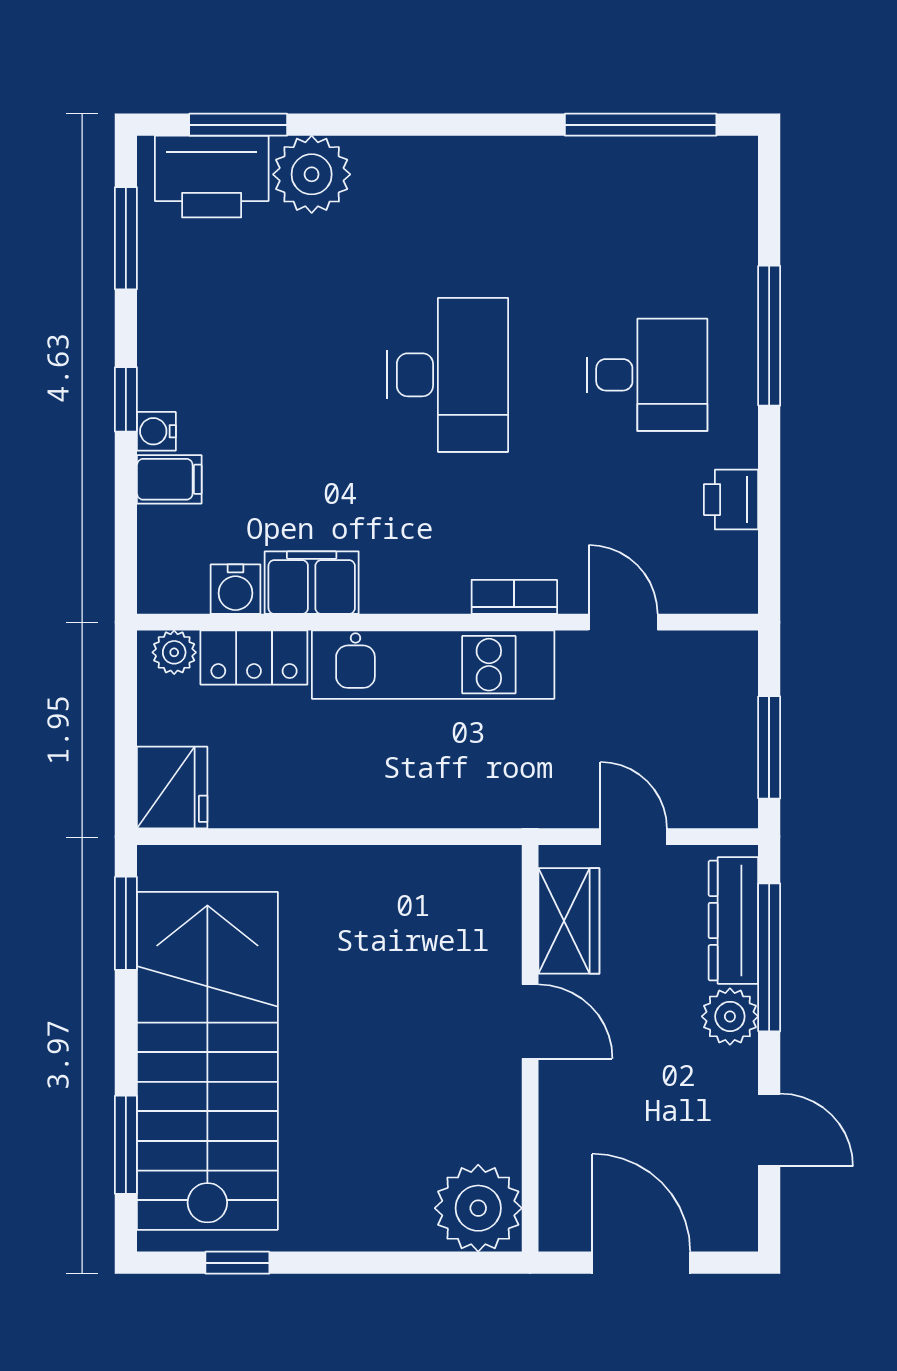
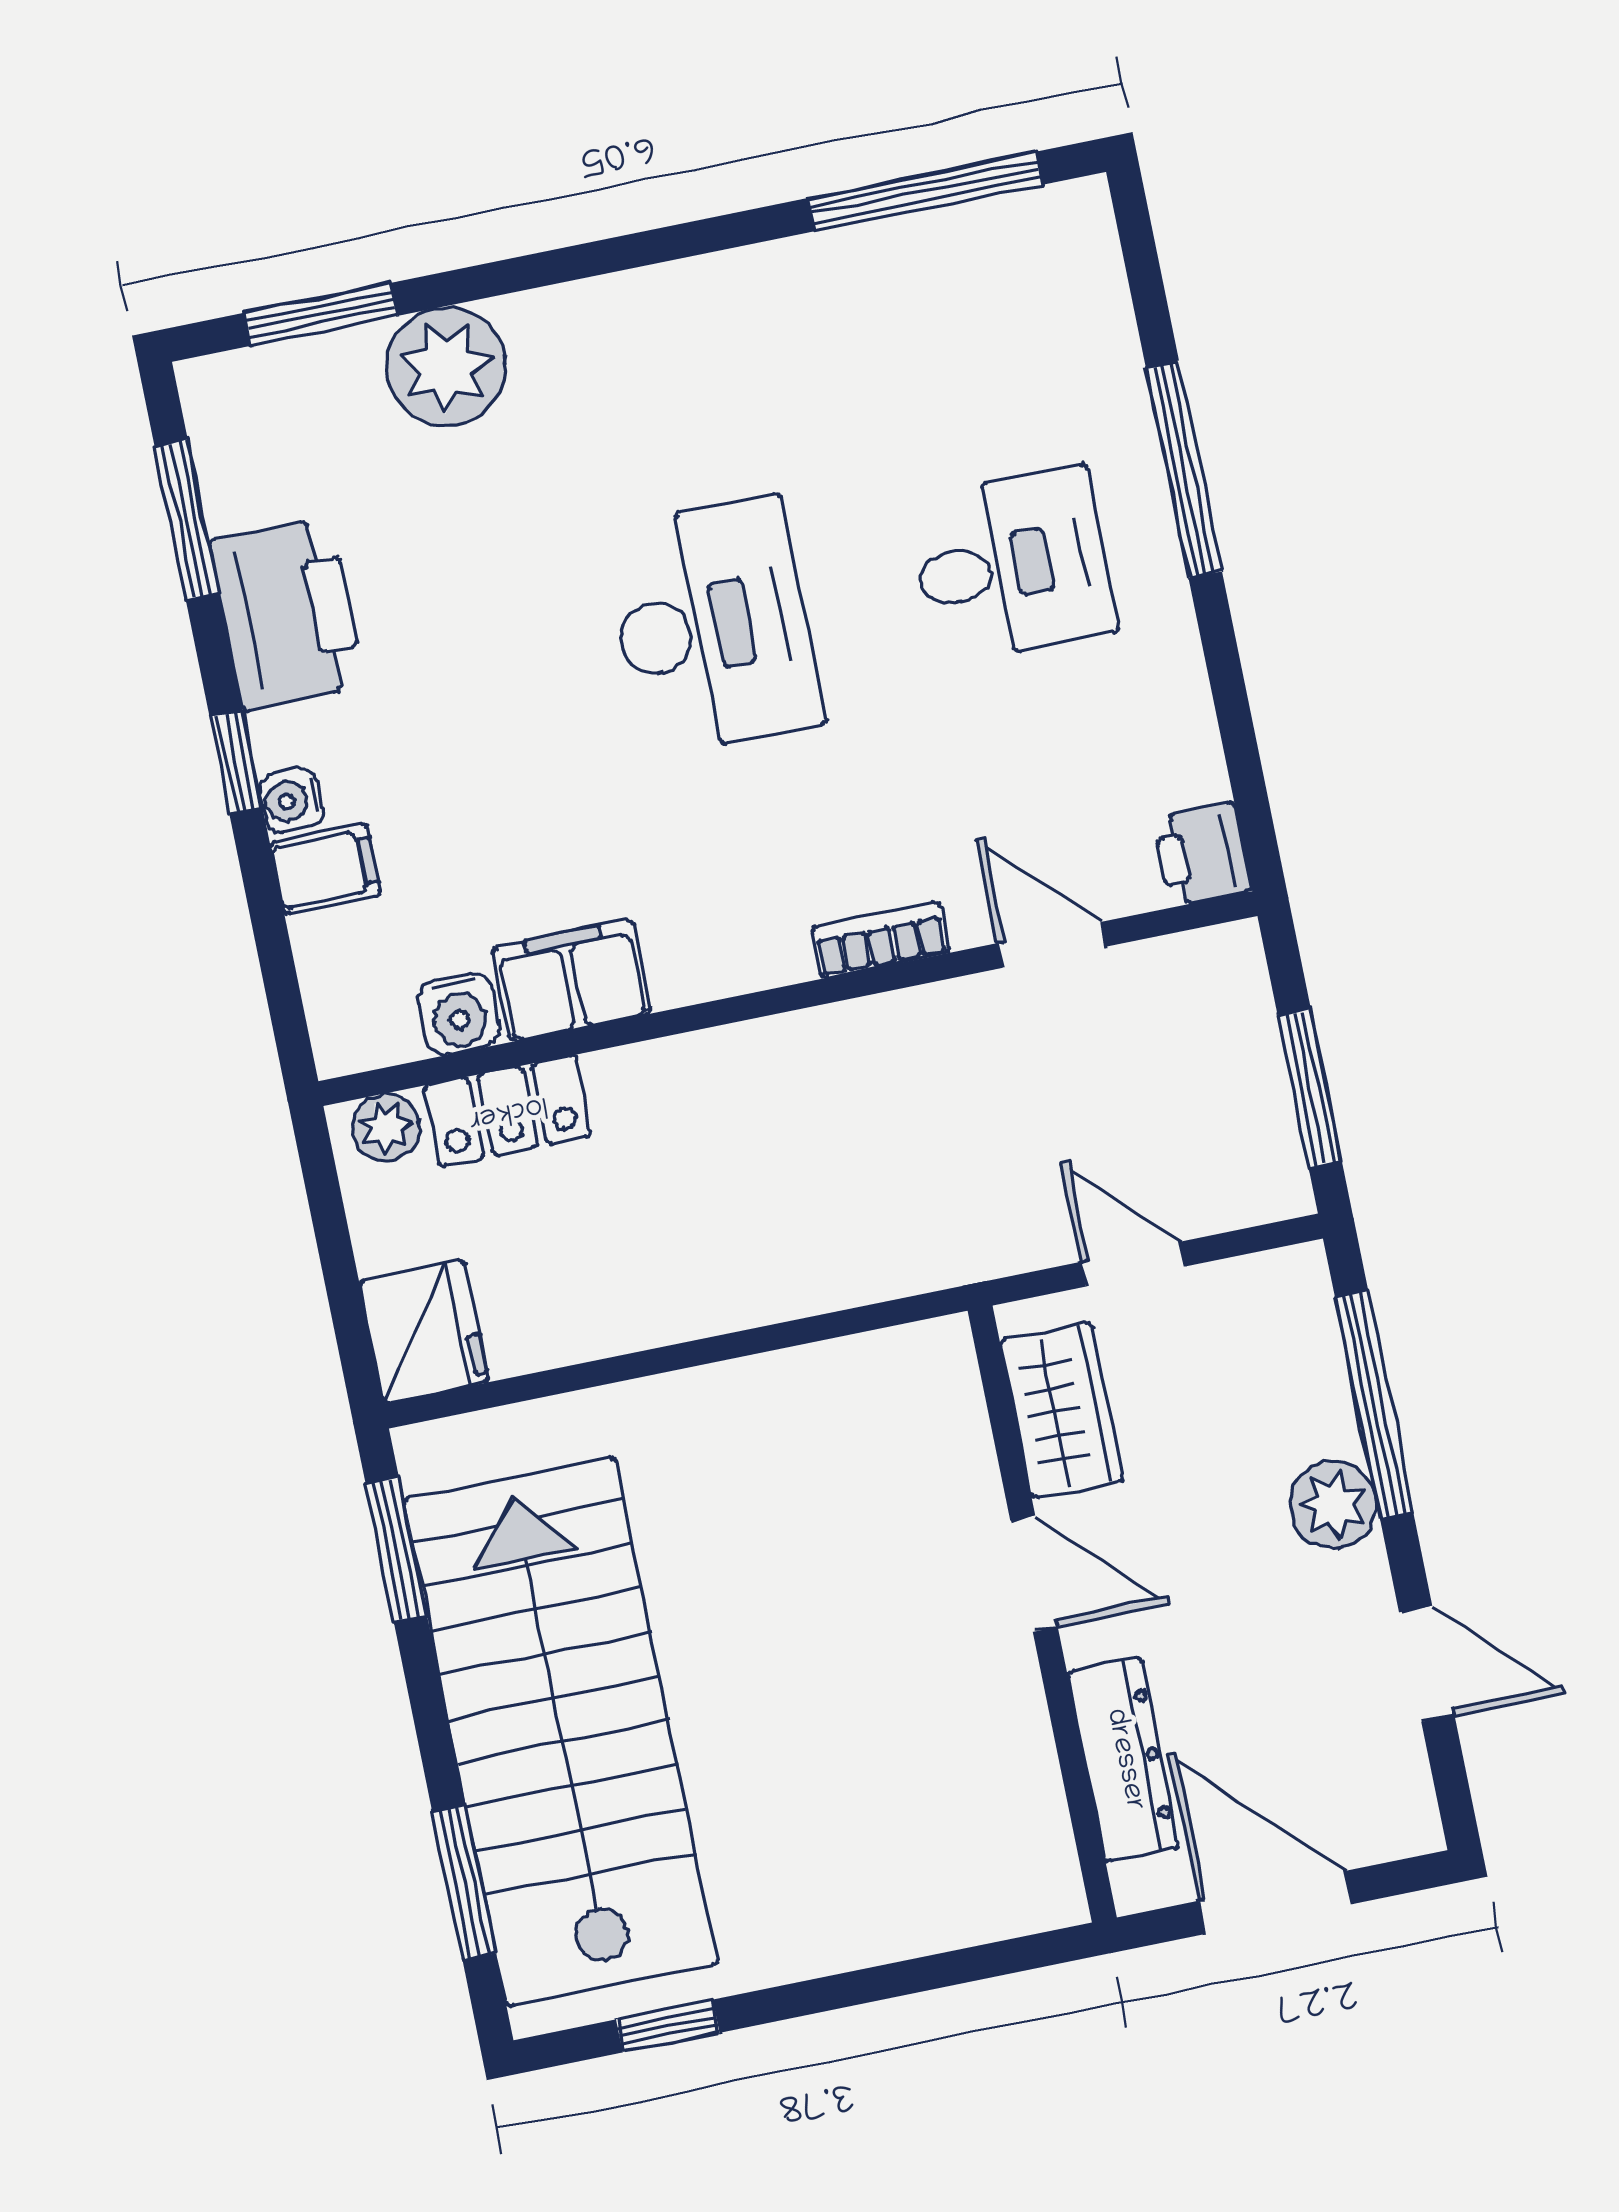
printer: (212, 177) -> (287, 614), moved, turned -90
printer: (731, 500) -> (1202, 854), moved
kitchen unit: (433, 665) -> (779, 1067), removed
dresser: (733, 921) -> (1124, 1760), moved, turned 180
plant: (478, 1208) -> (1013, 1870), removed

